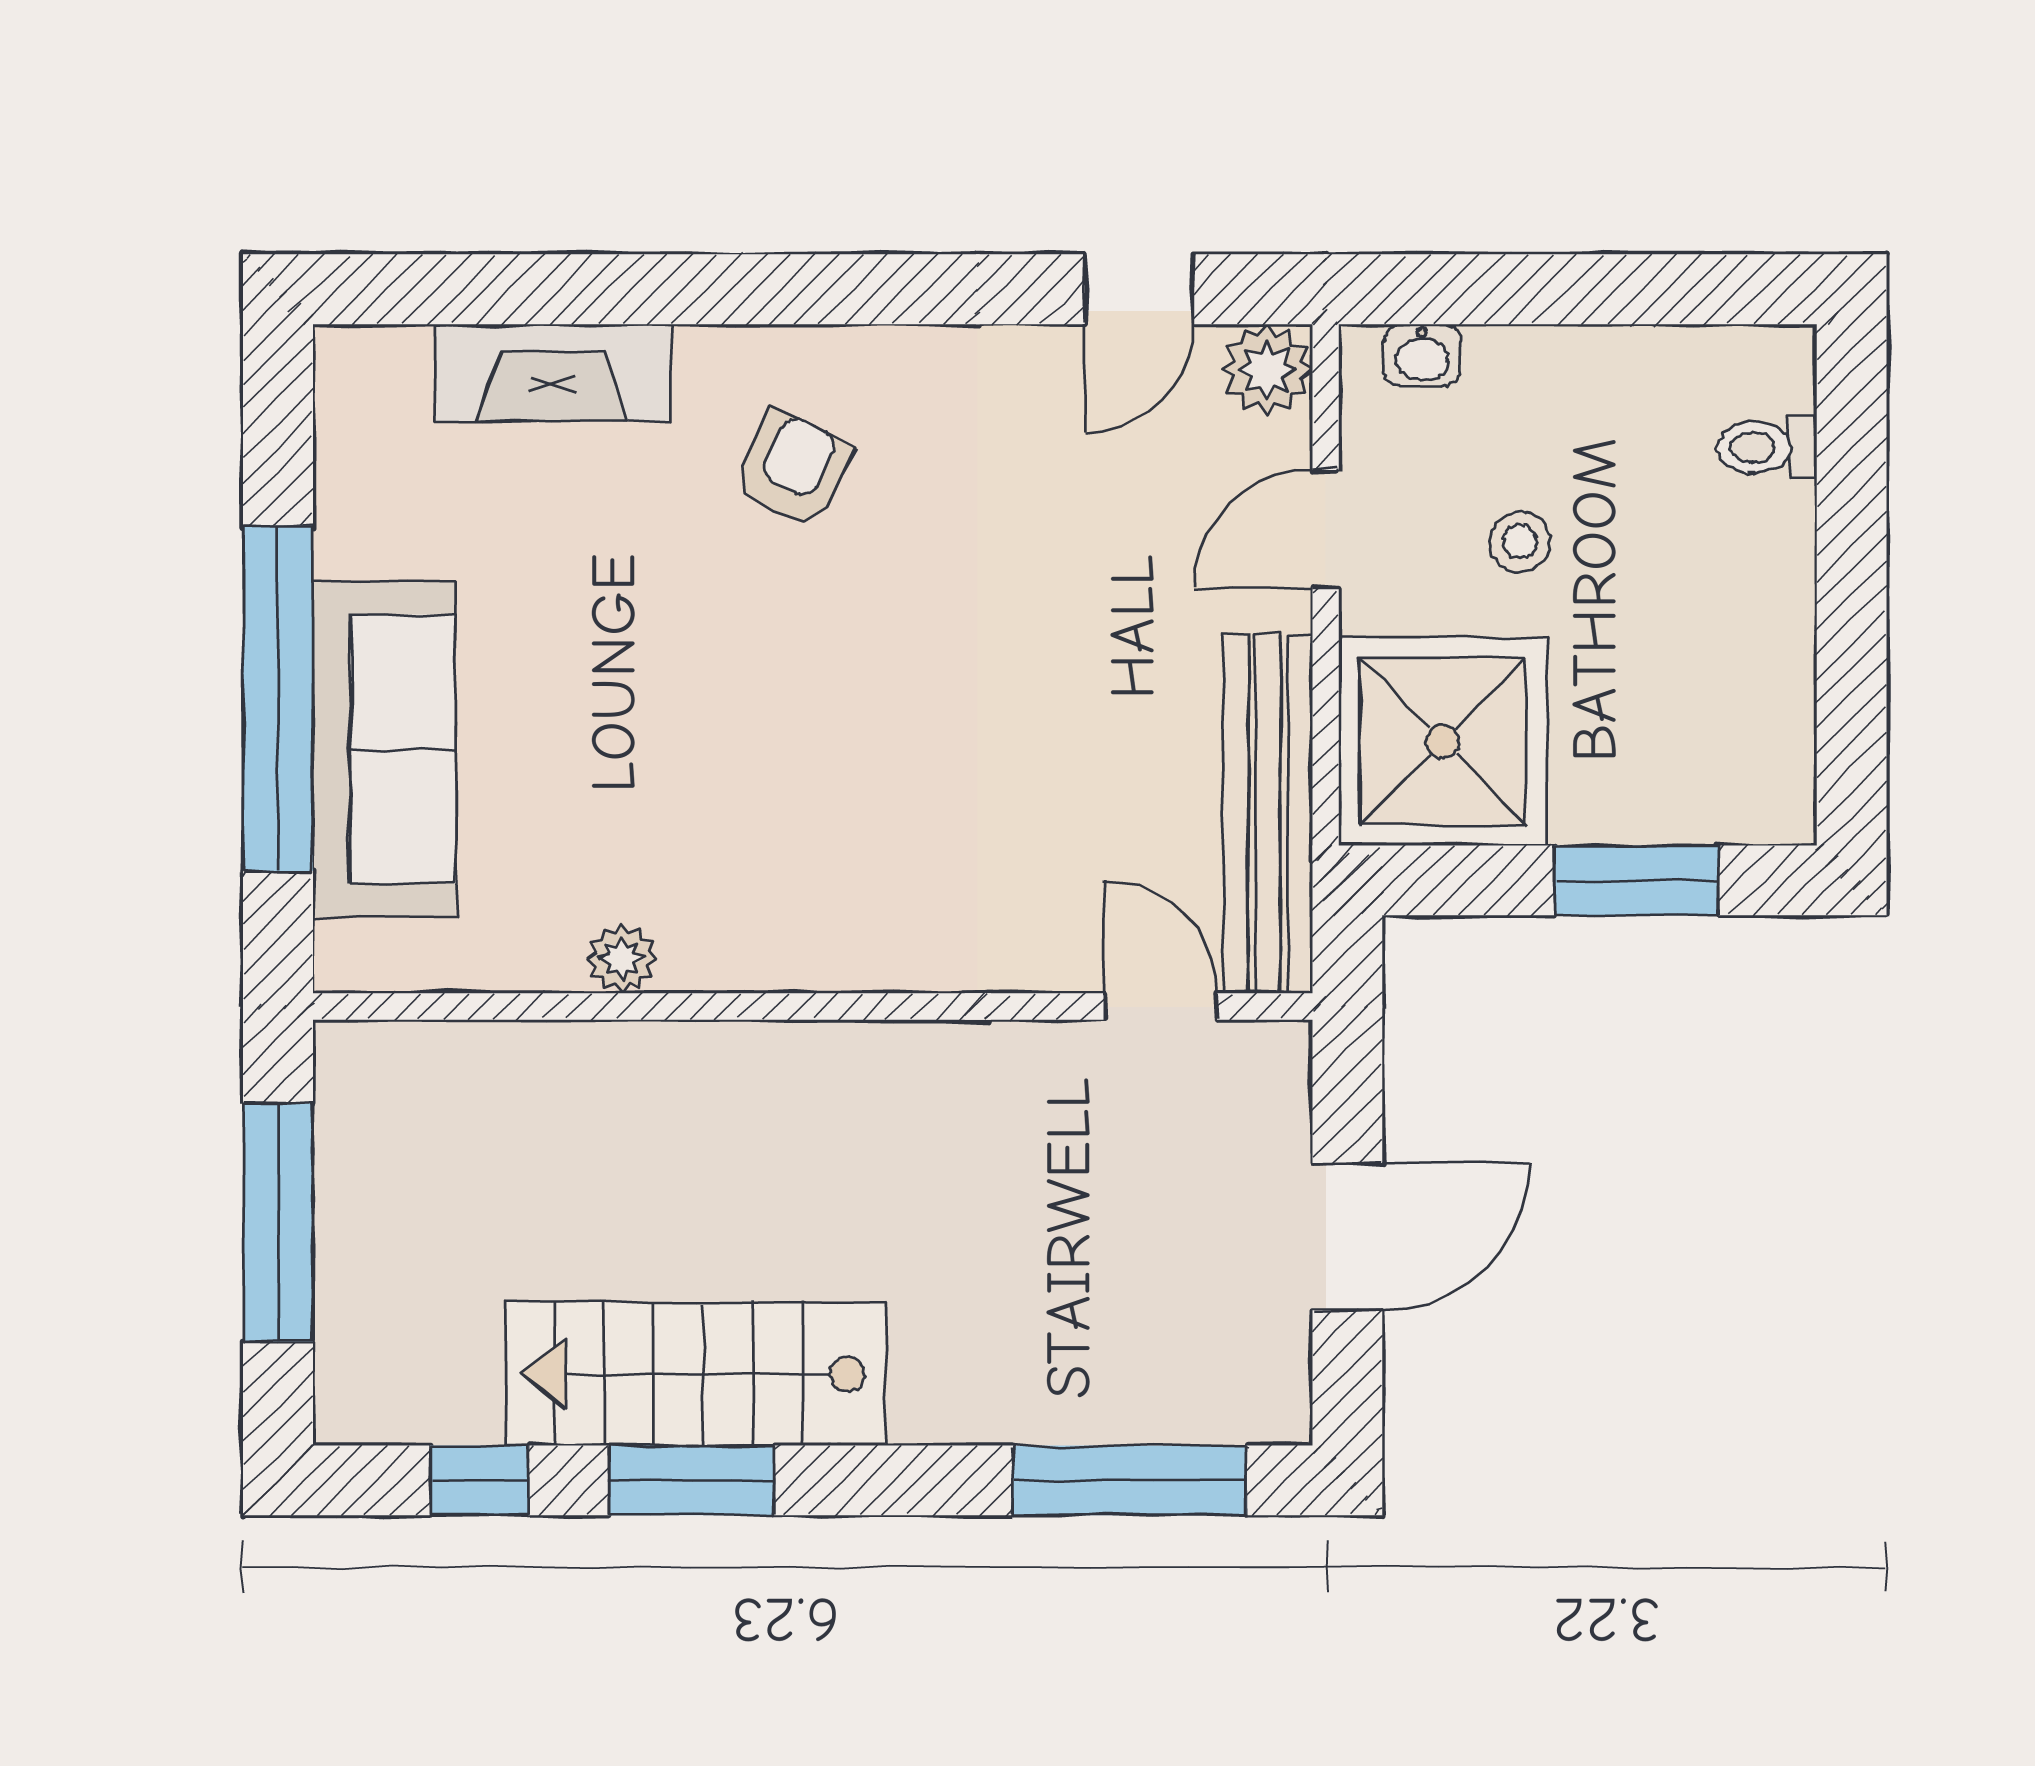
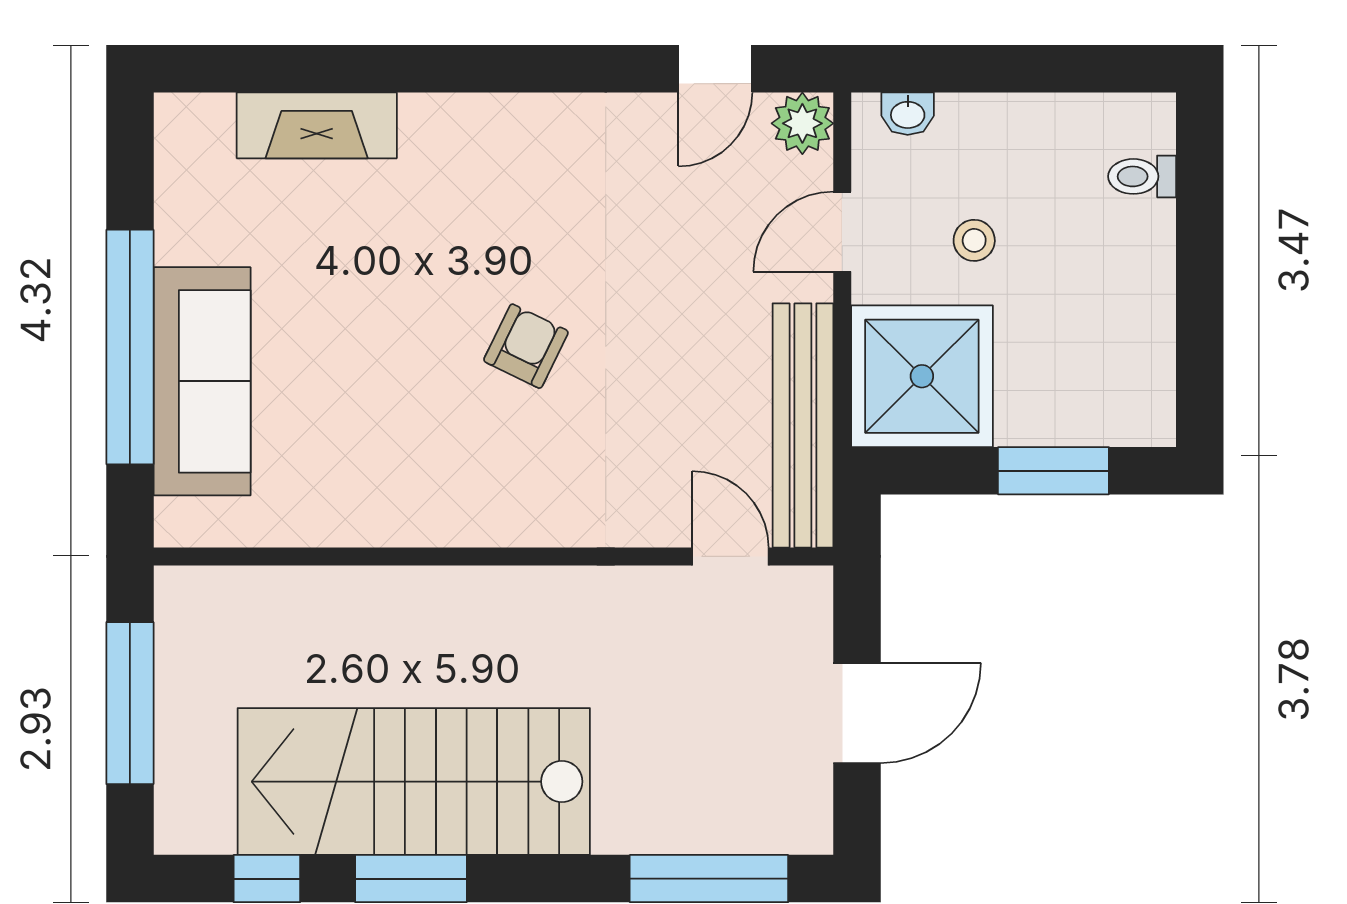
armchair: (793, 469) -> (526, 346), moved
plant: (622, 959) -> (364, 524), removed
stairs: (695, 1374) -> (414, 782), width x1.36, depth x1.51

